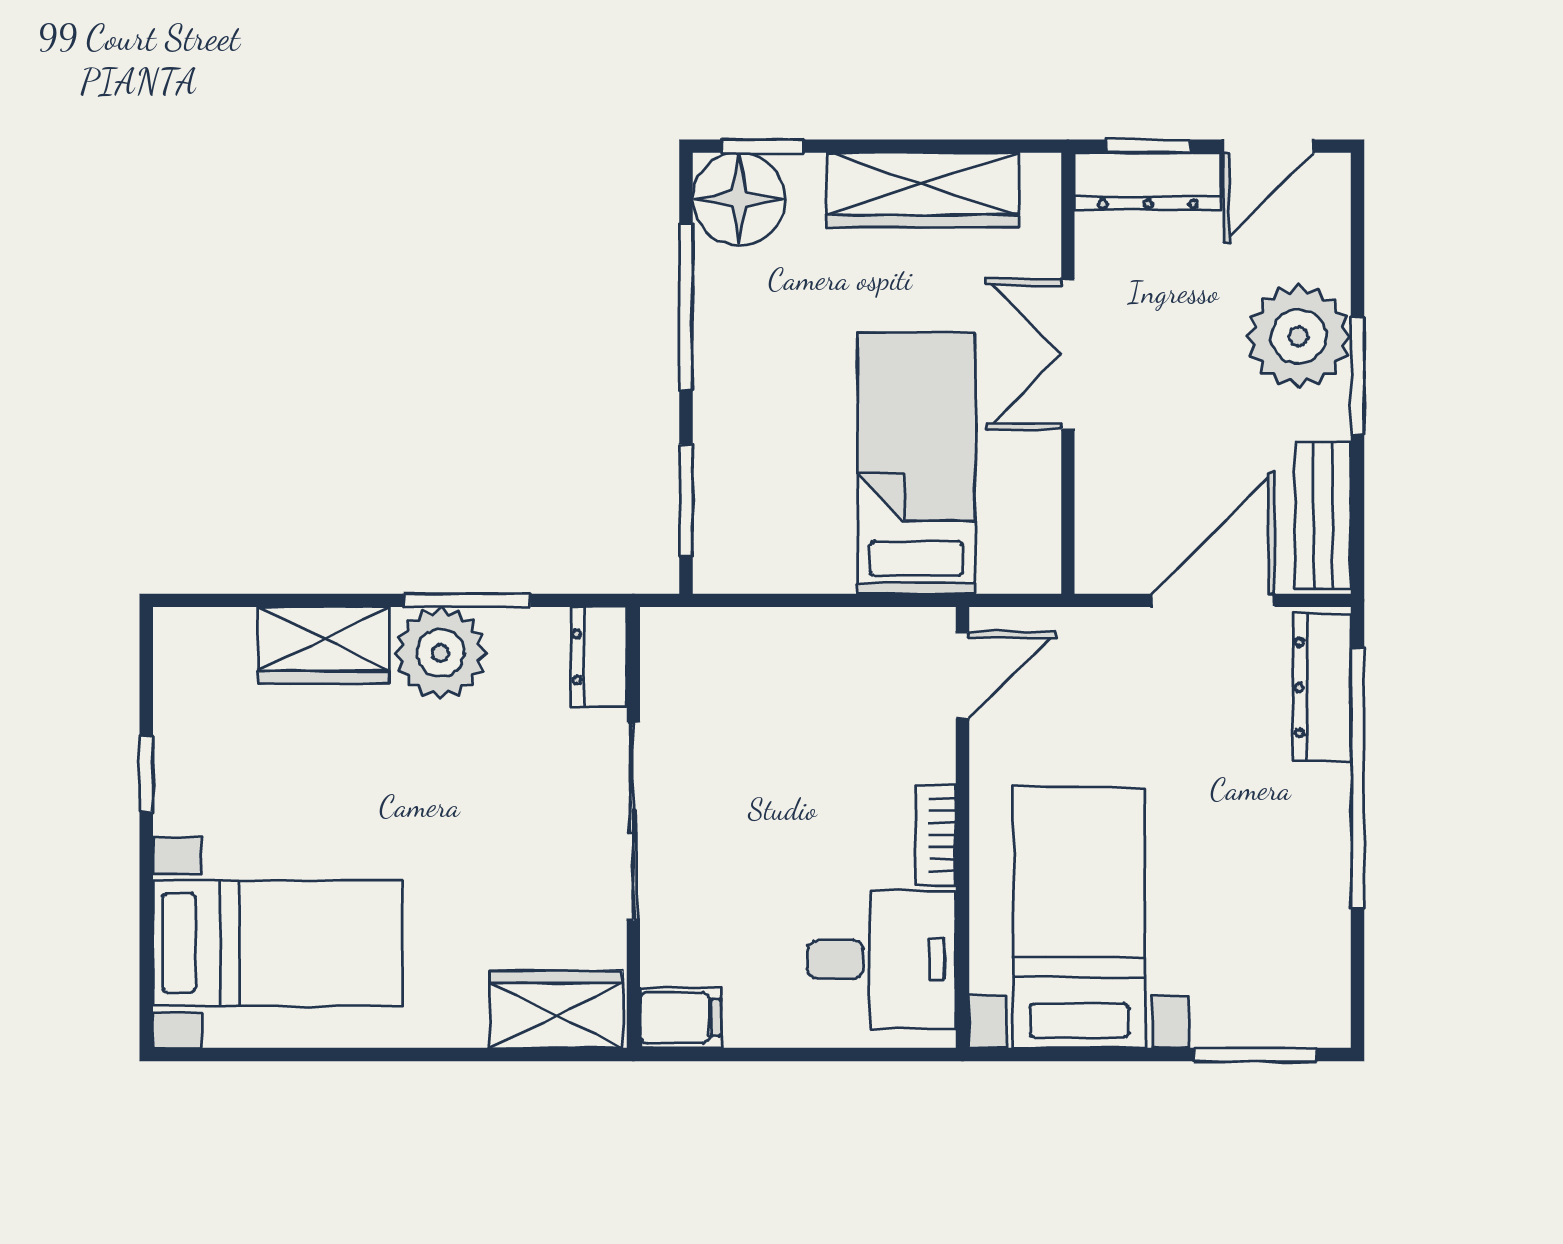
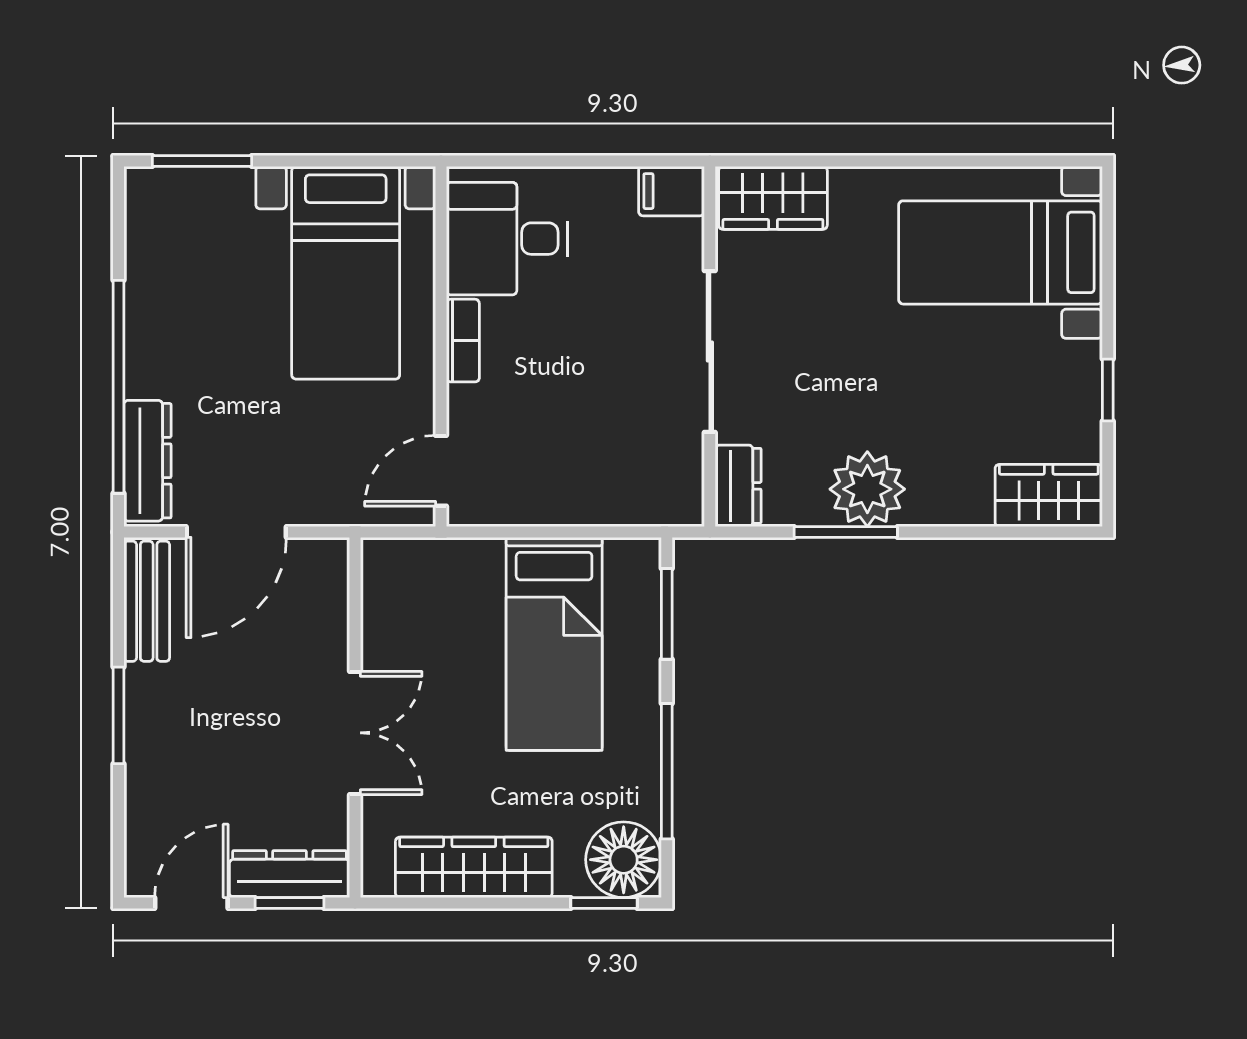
plant: (1298, 336) -> (167, 748), removed
bed: (916, 463) -> (554, 644), moved
wardrobe: (324, 645) -> (1049, 495), moved

